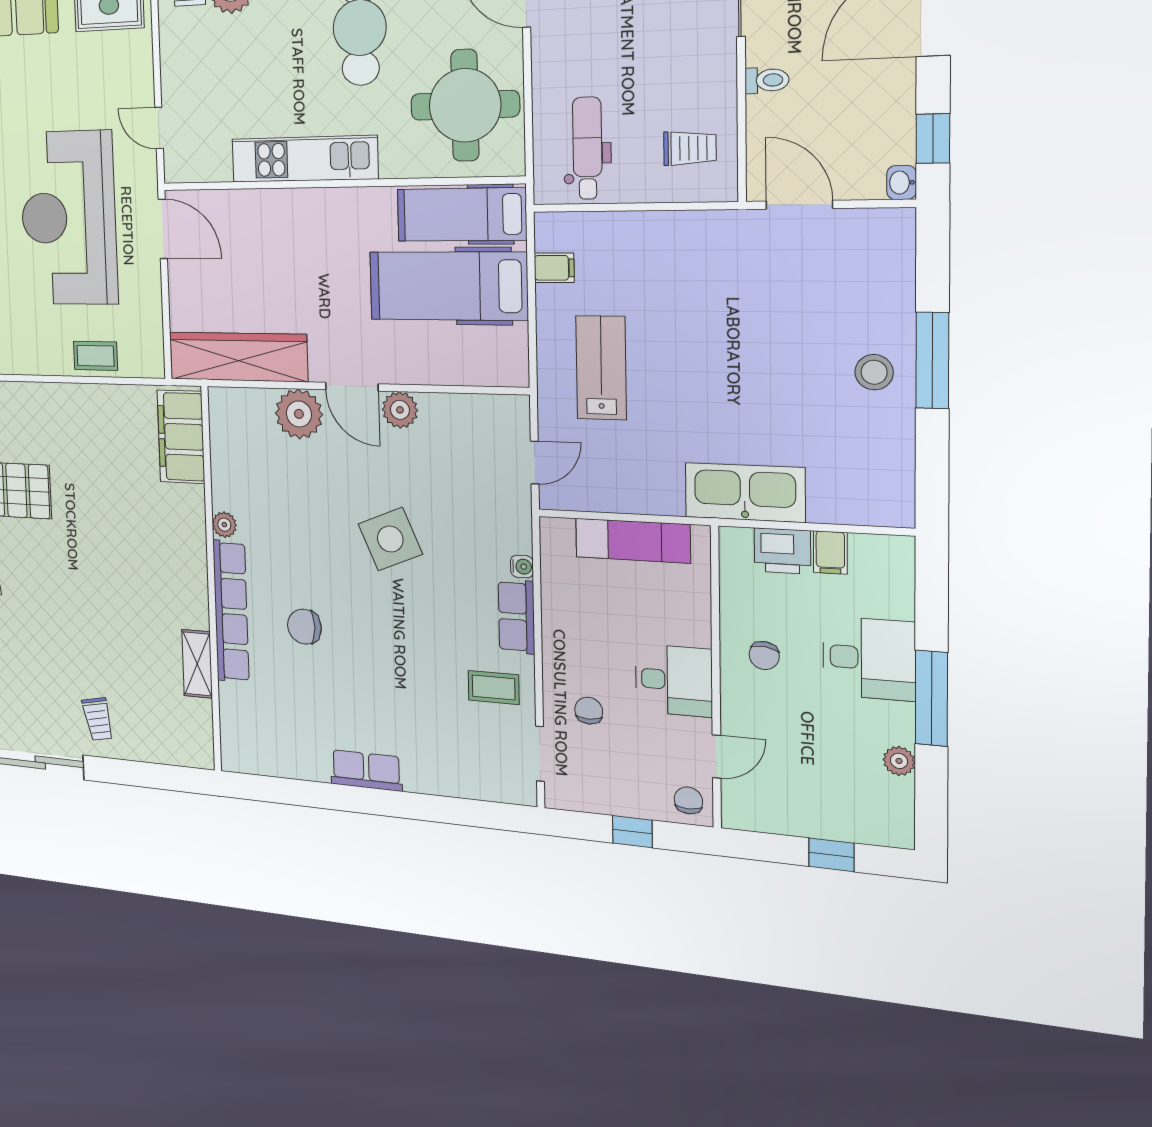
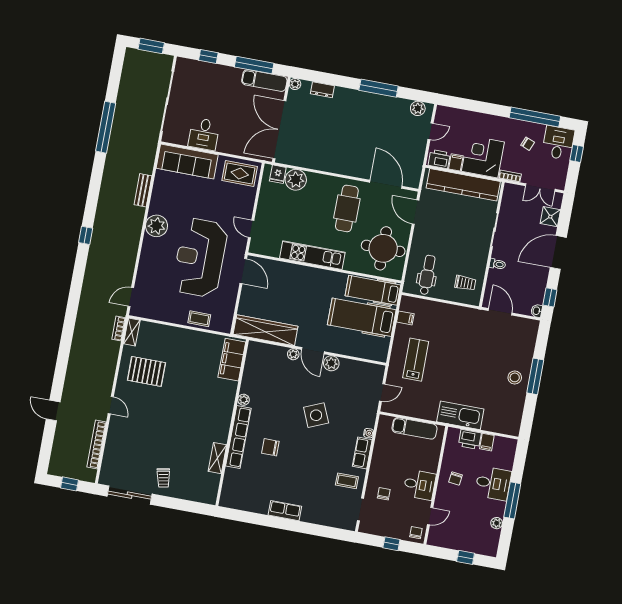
plant: (299, 414) -> (293, 354), width x0.53, depth x0.53

